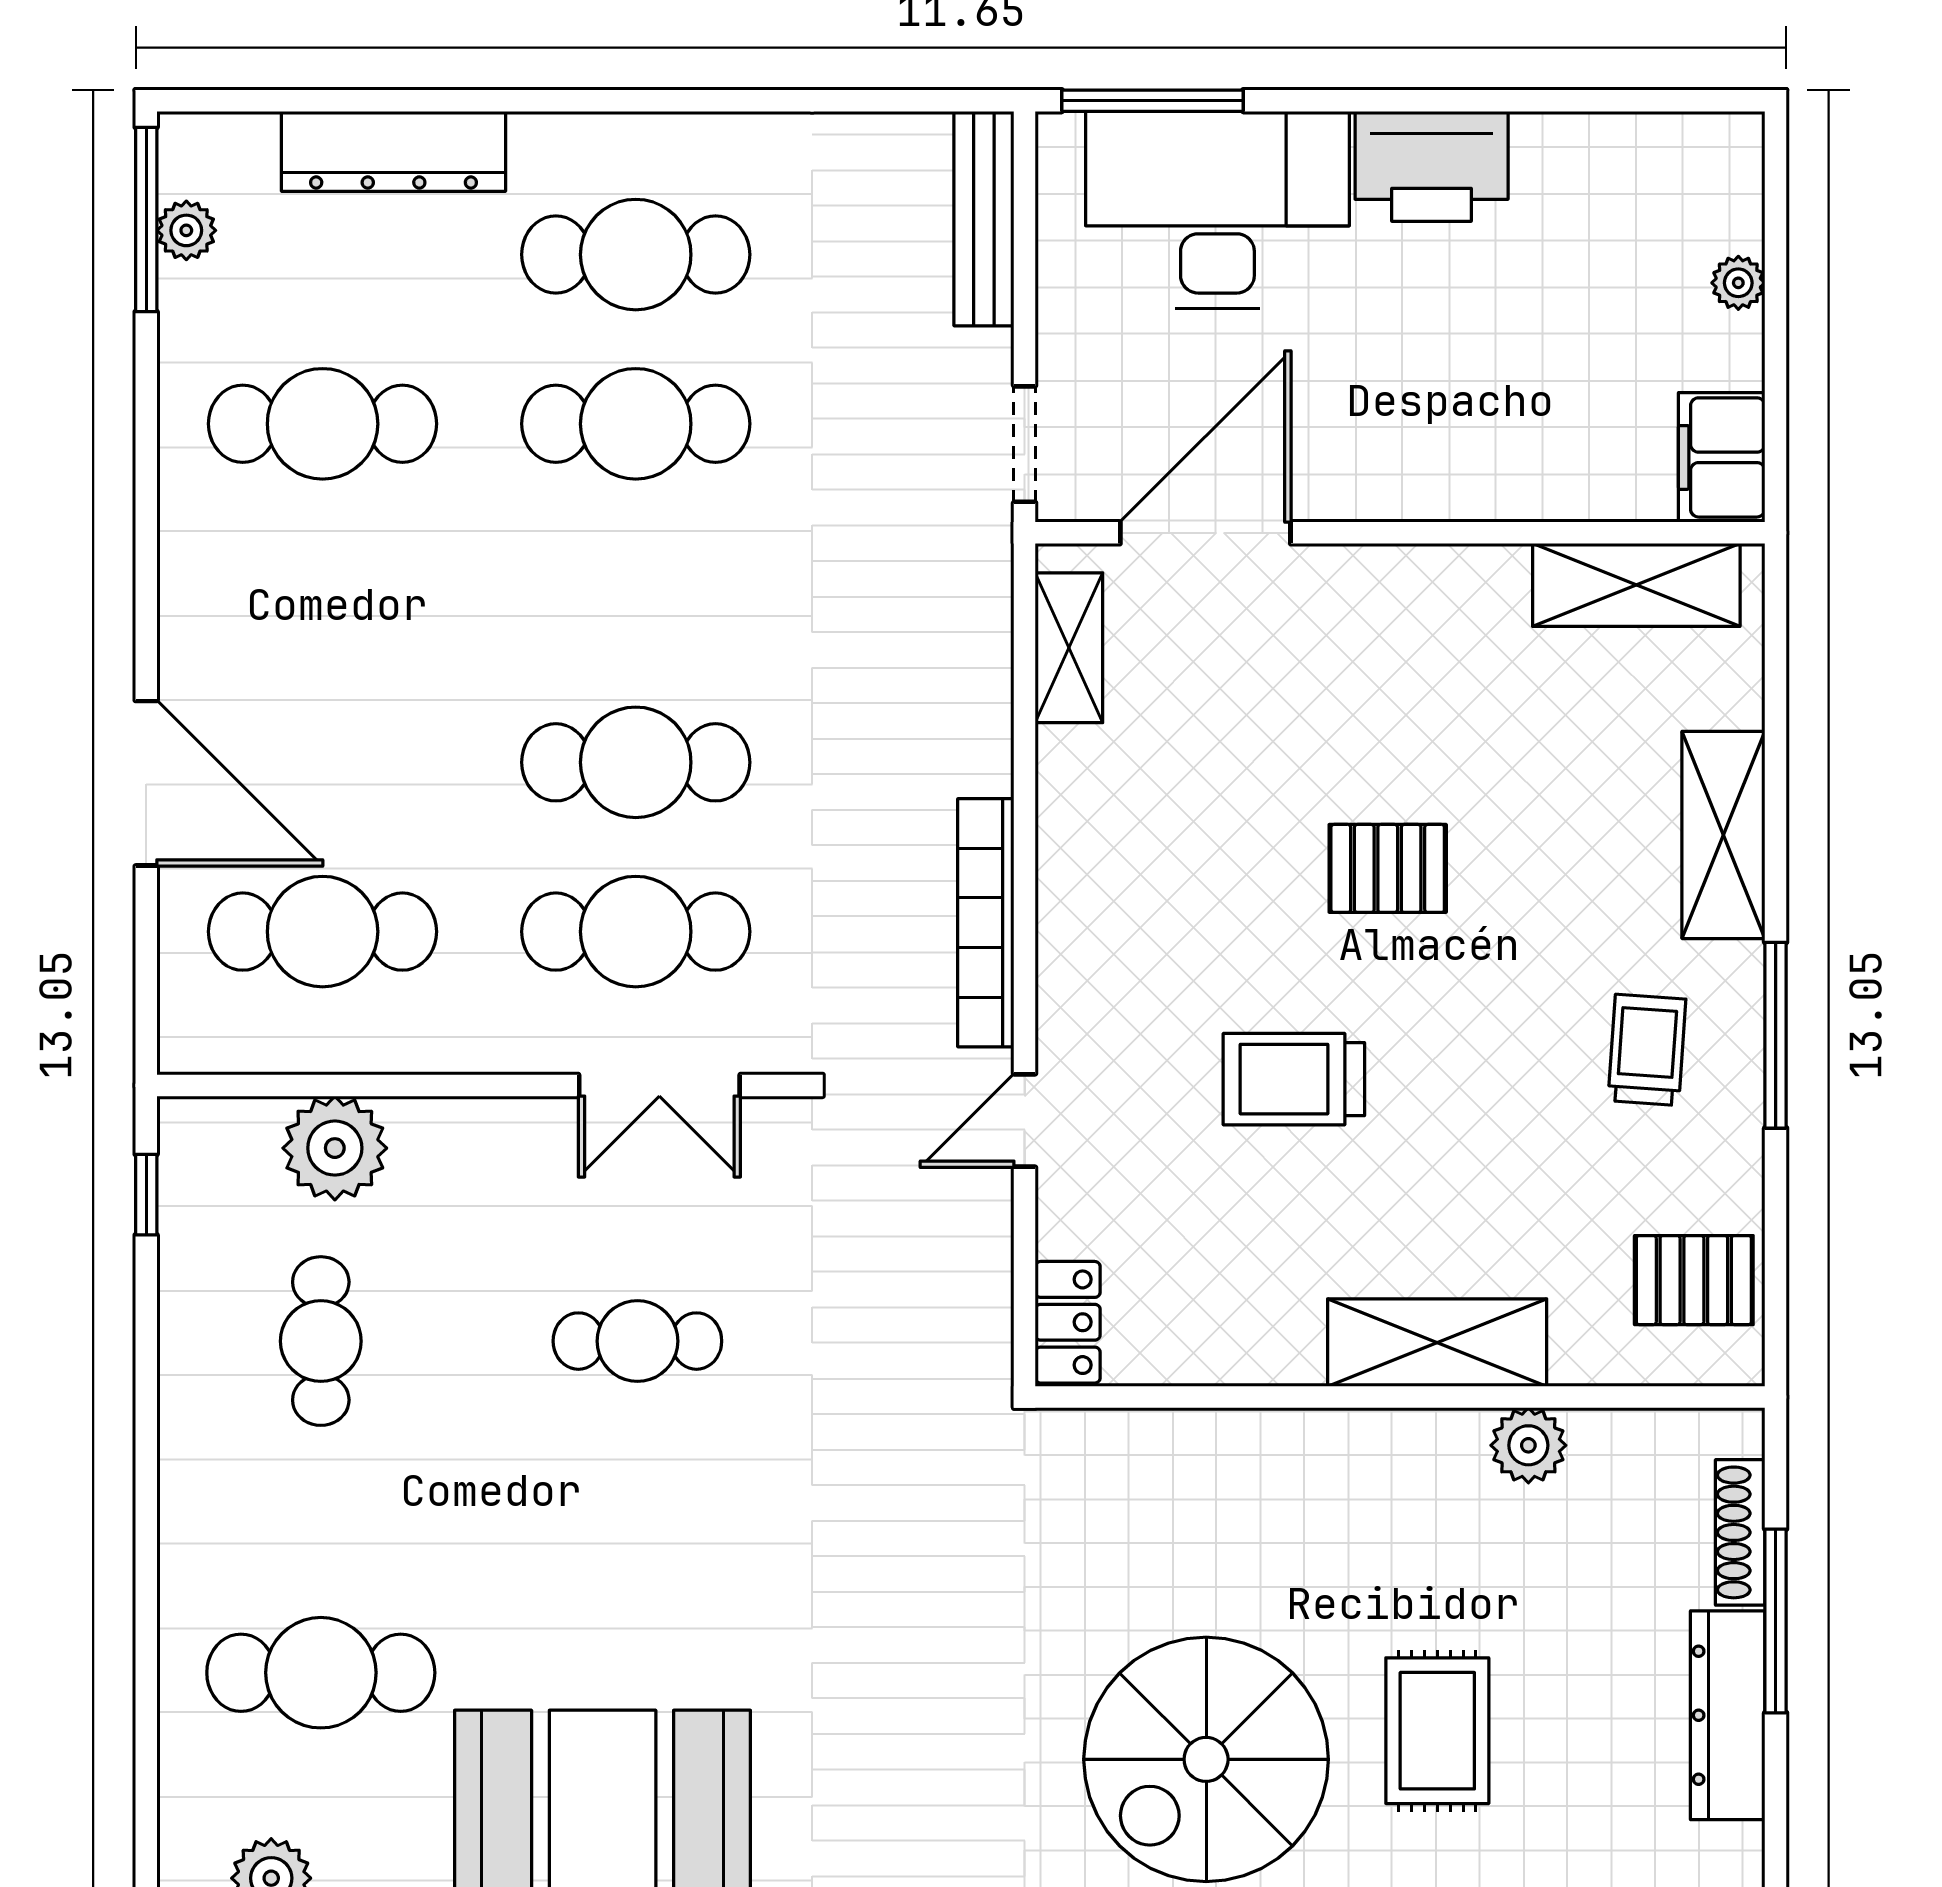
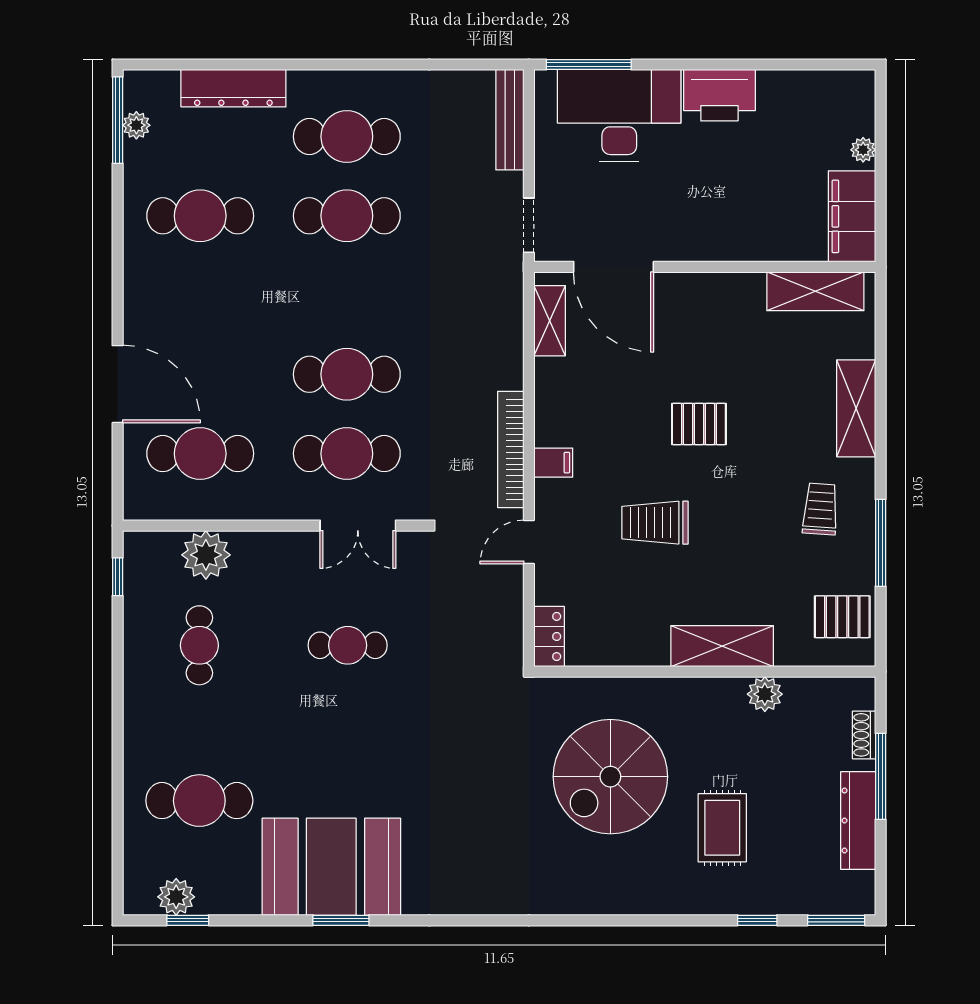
filing cabinet: (1722, 457) -> (852, 216), width x1.50, depth x1.17
door: (1205, 533) -> (614, 267), swing flipped
filing cabinet: (1077, 951) -> (553, 463), added
window: (1776, 1035) -> (881, 543), moved
shoe rack: (1740, 1532) -> (864, 735), width x0.70
spiral stairs: (1206, 1759) -> (610, 777), moved

